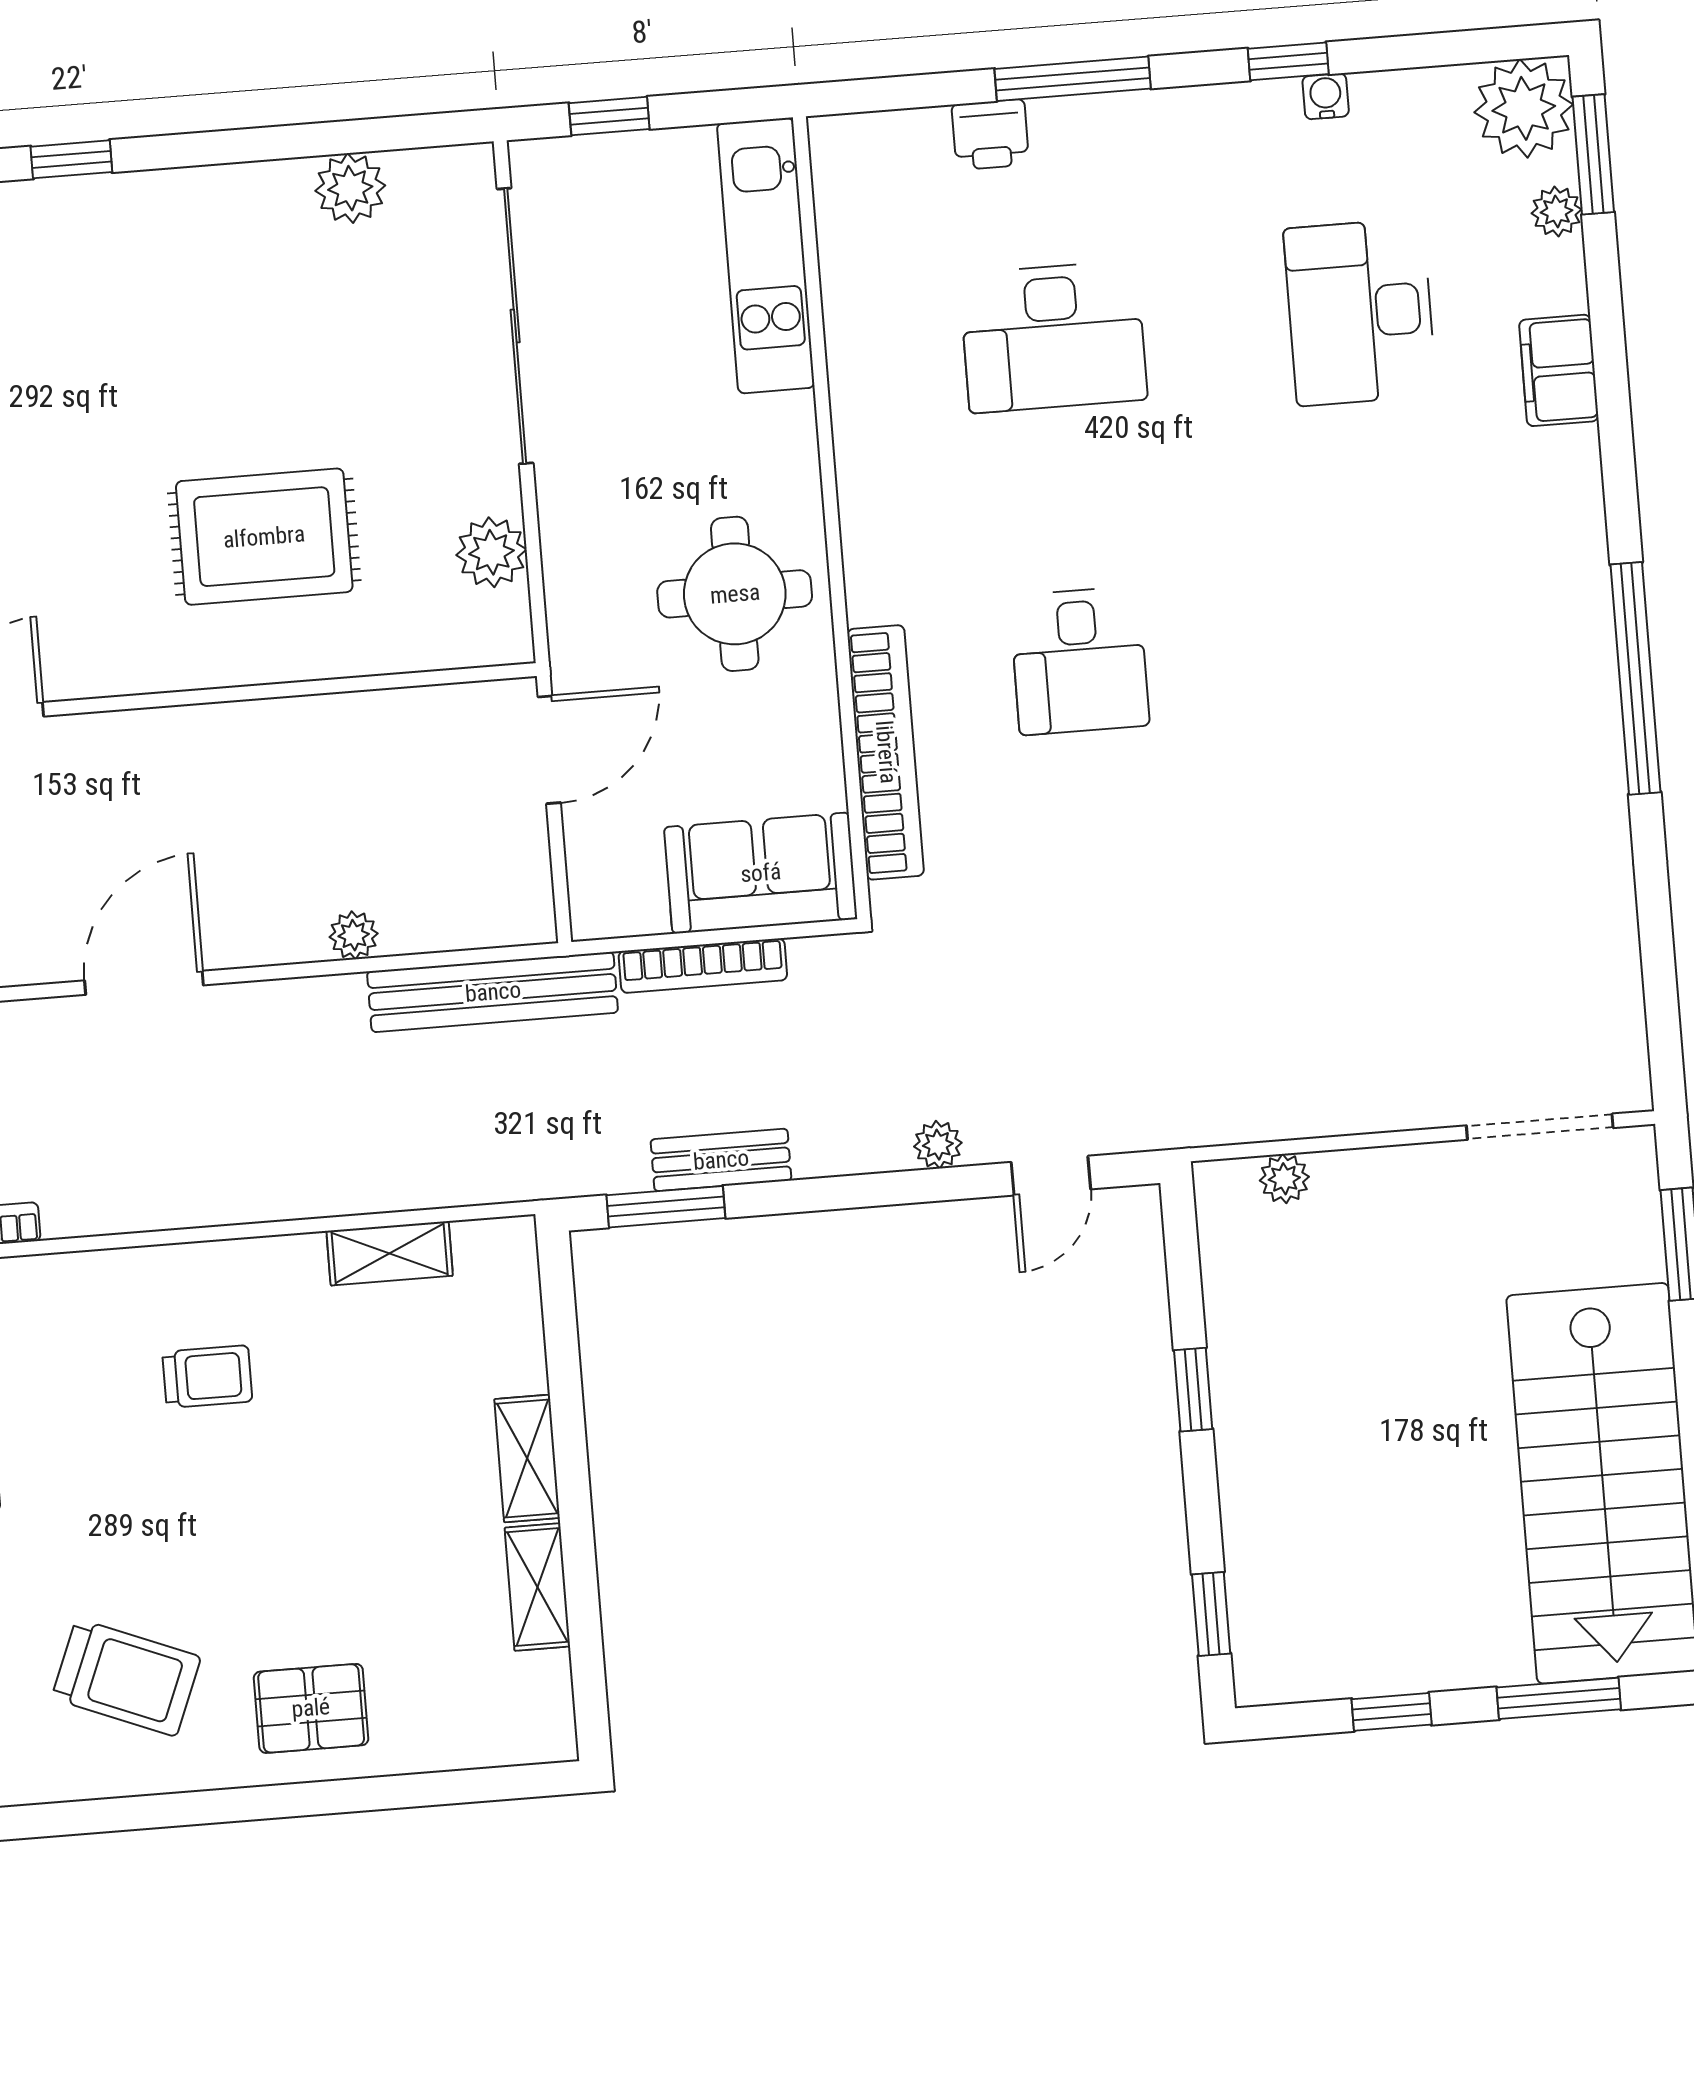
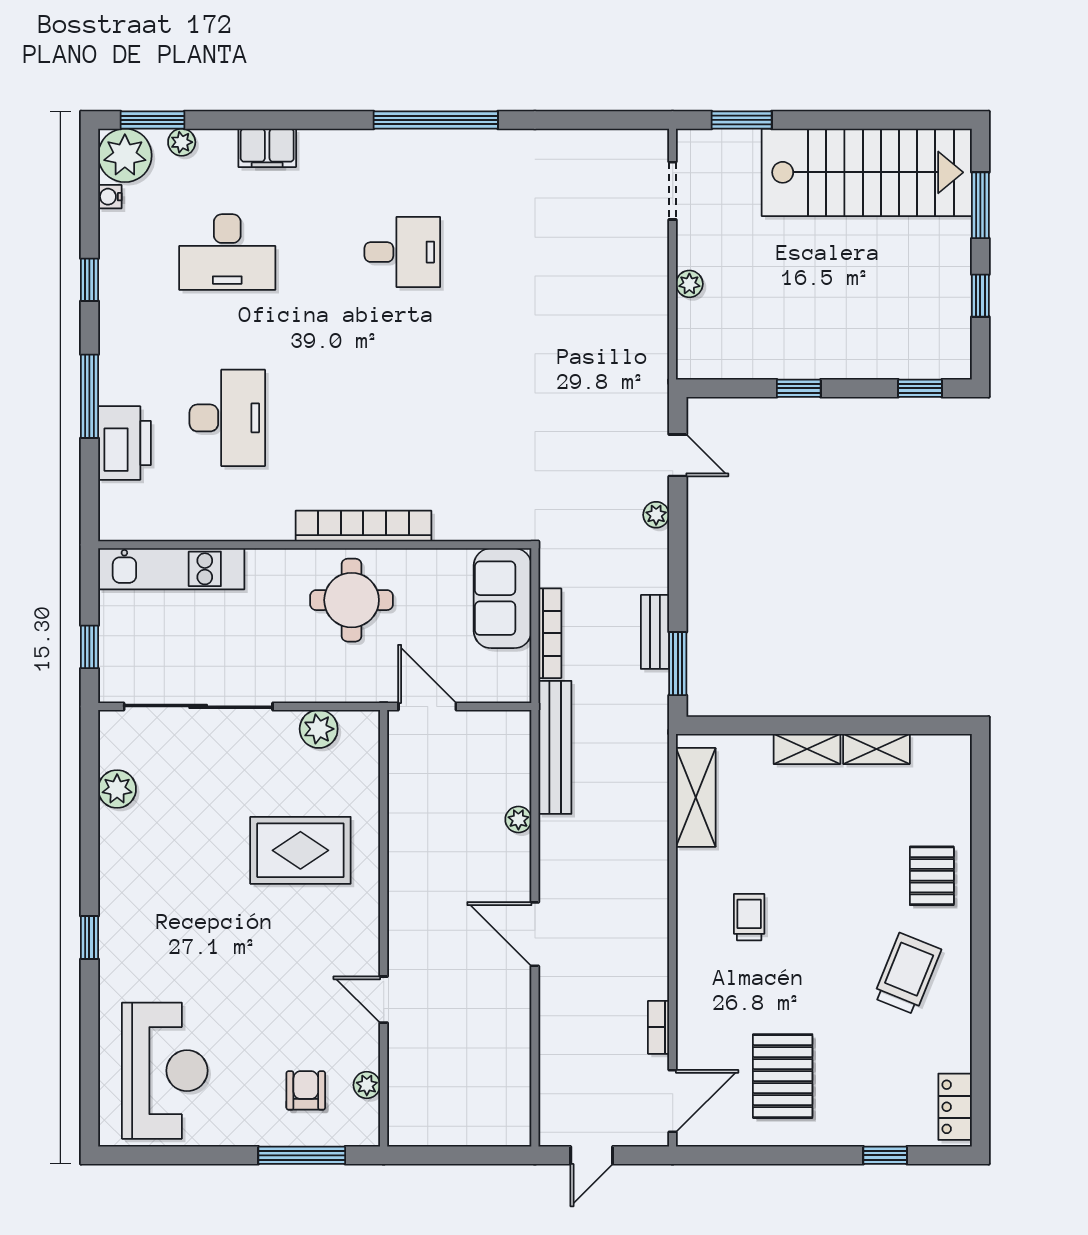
water cooler: (1326, 96) -> (110, 197), moved
printer: (990, 135) -> (125, 443), width x1.87, depth x1.48
rug: (264, 537) -> (300, 850), turned 90
desk: (1079, 661) -> (402, 252), moved
bookcase: (886, 752) -> (363, 526), moved
doorway: (1540, 1127) -> (673, 191), width x0.73
plant: (1284, 1179) -> (689, 284), moved
shelving: (390, 1253) -> (696, 797), width x1.50, depth x1.33

